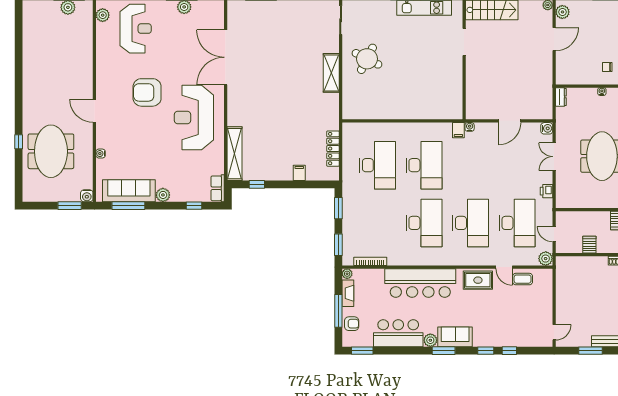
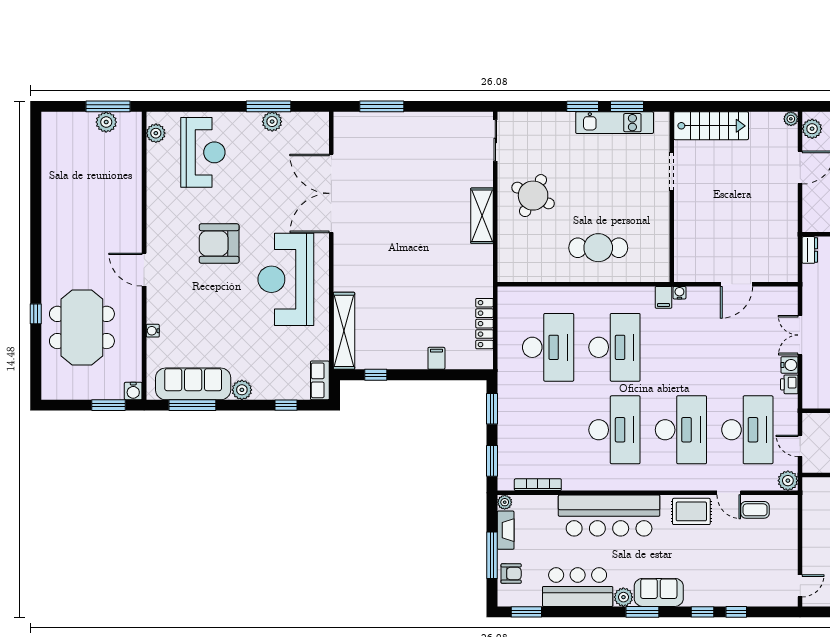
cafe table: (413, 95) -> (598, 248), added
water cooler: (547, 128) -> (790, 365), moved

